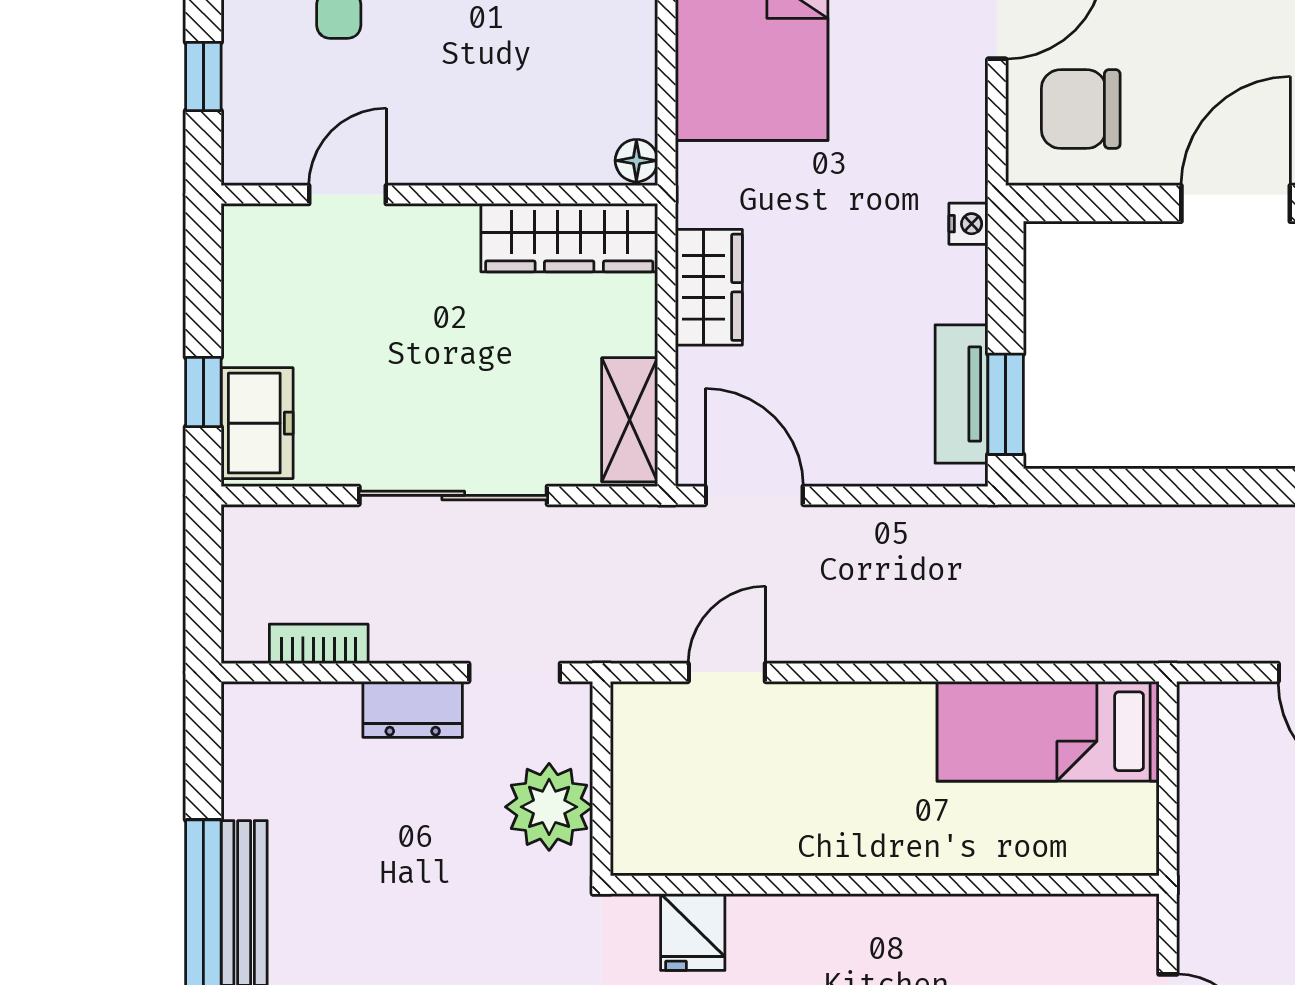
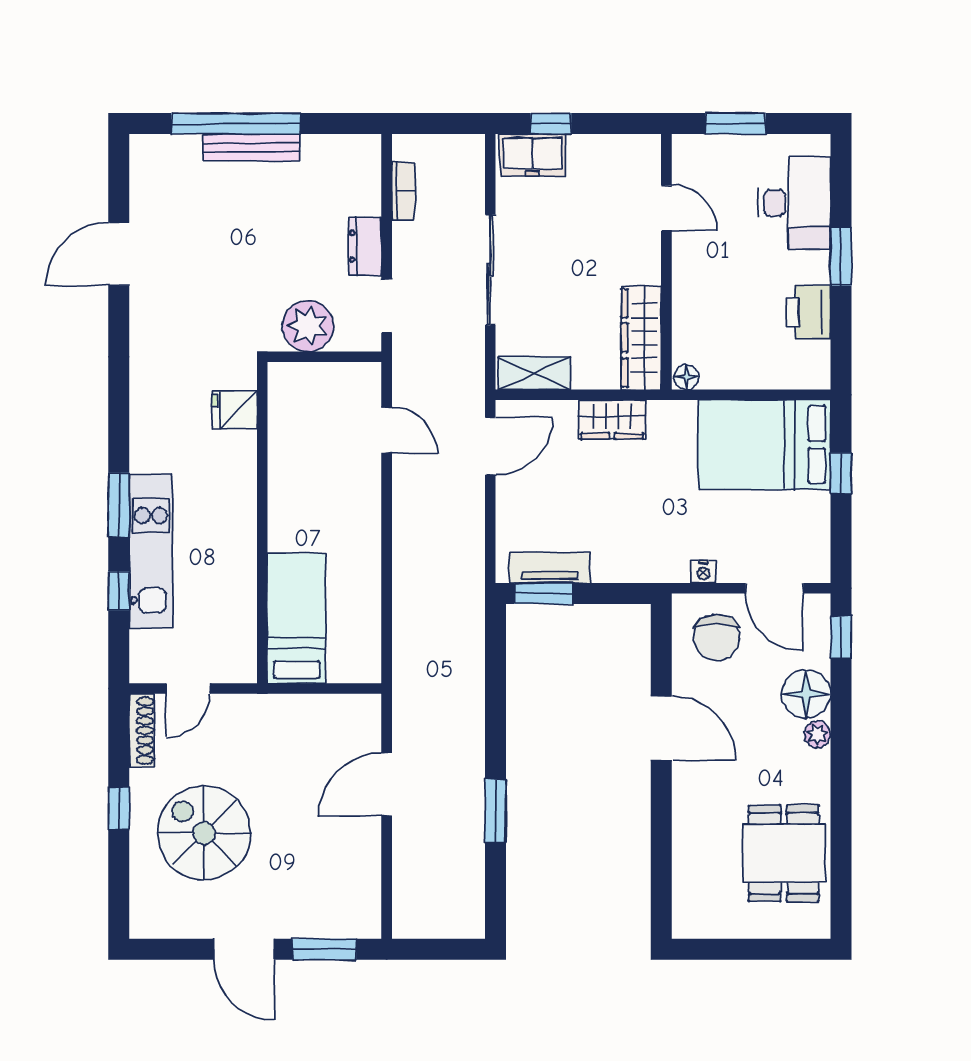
window: (203, 76) -> (736, 124), width x1.50
chair: (1081, 109) -> (717, 637), turned 180
nightstand: (968, 224) -> (703, 572), moved
bed: (1048, 731) -> (297, 618), moved

